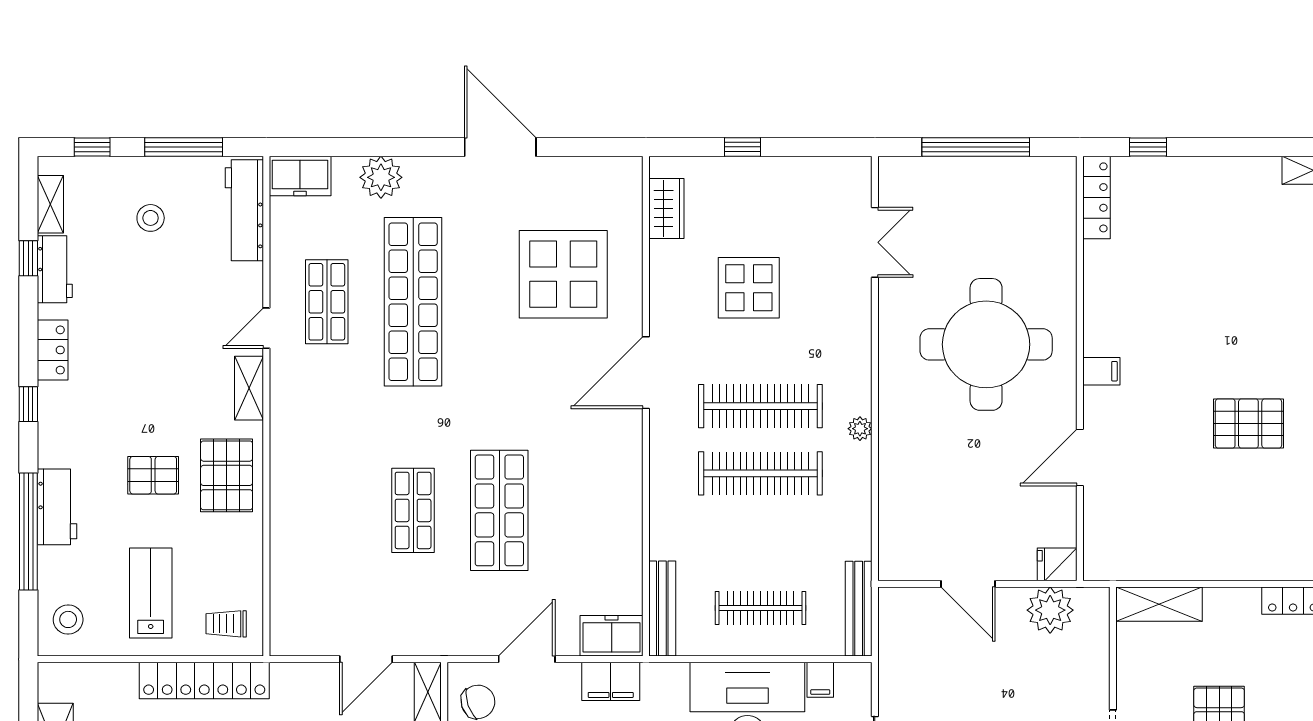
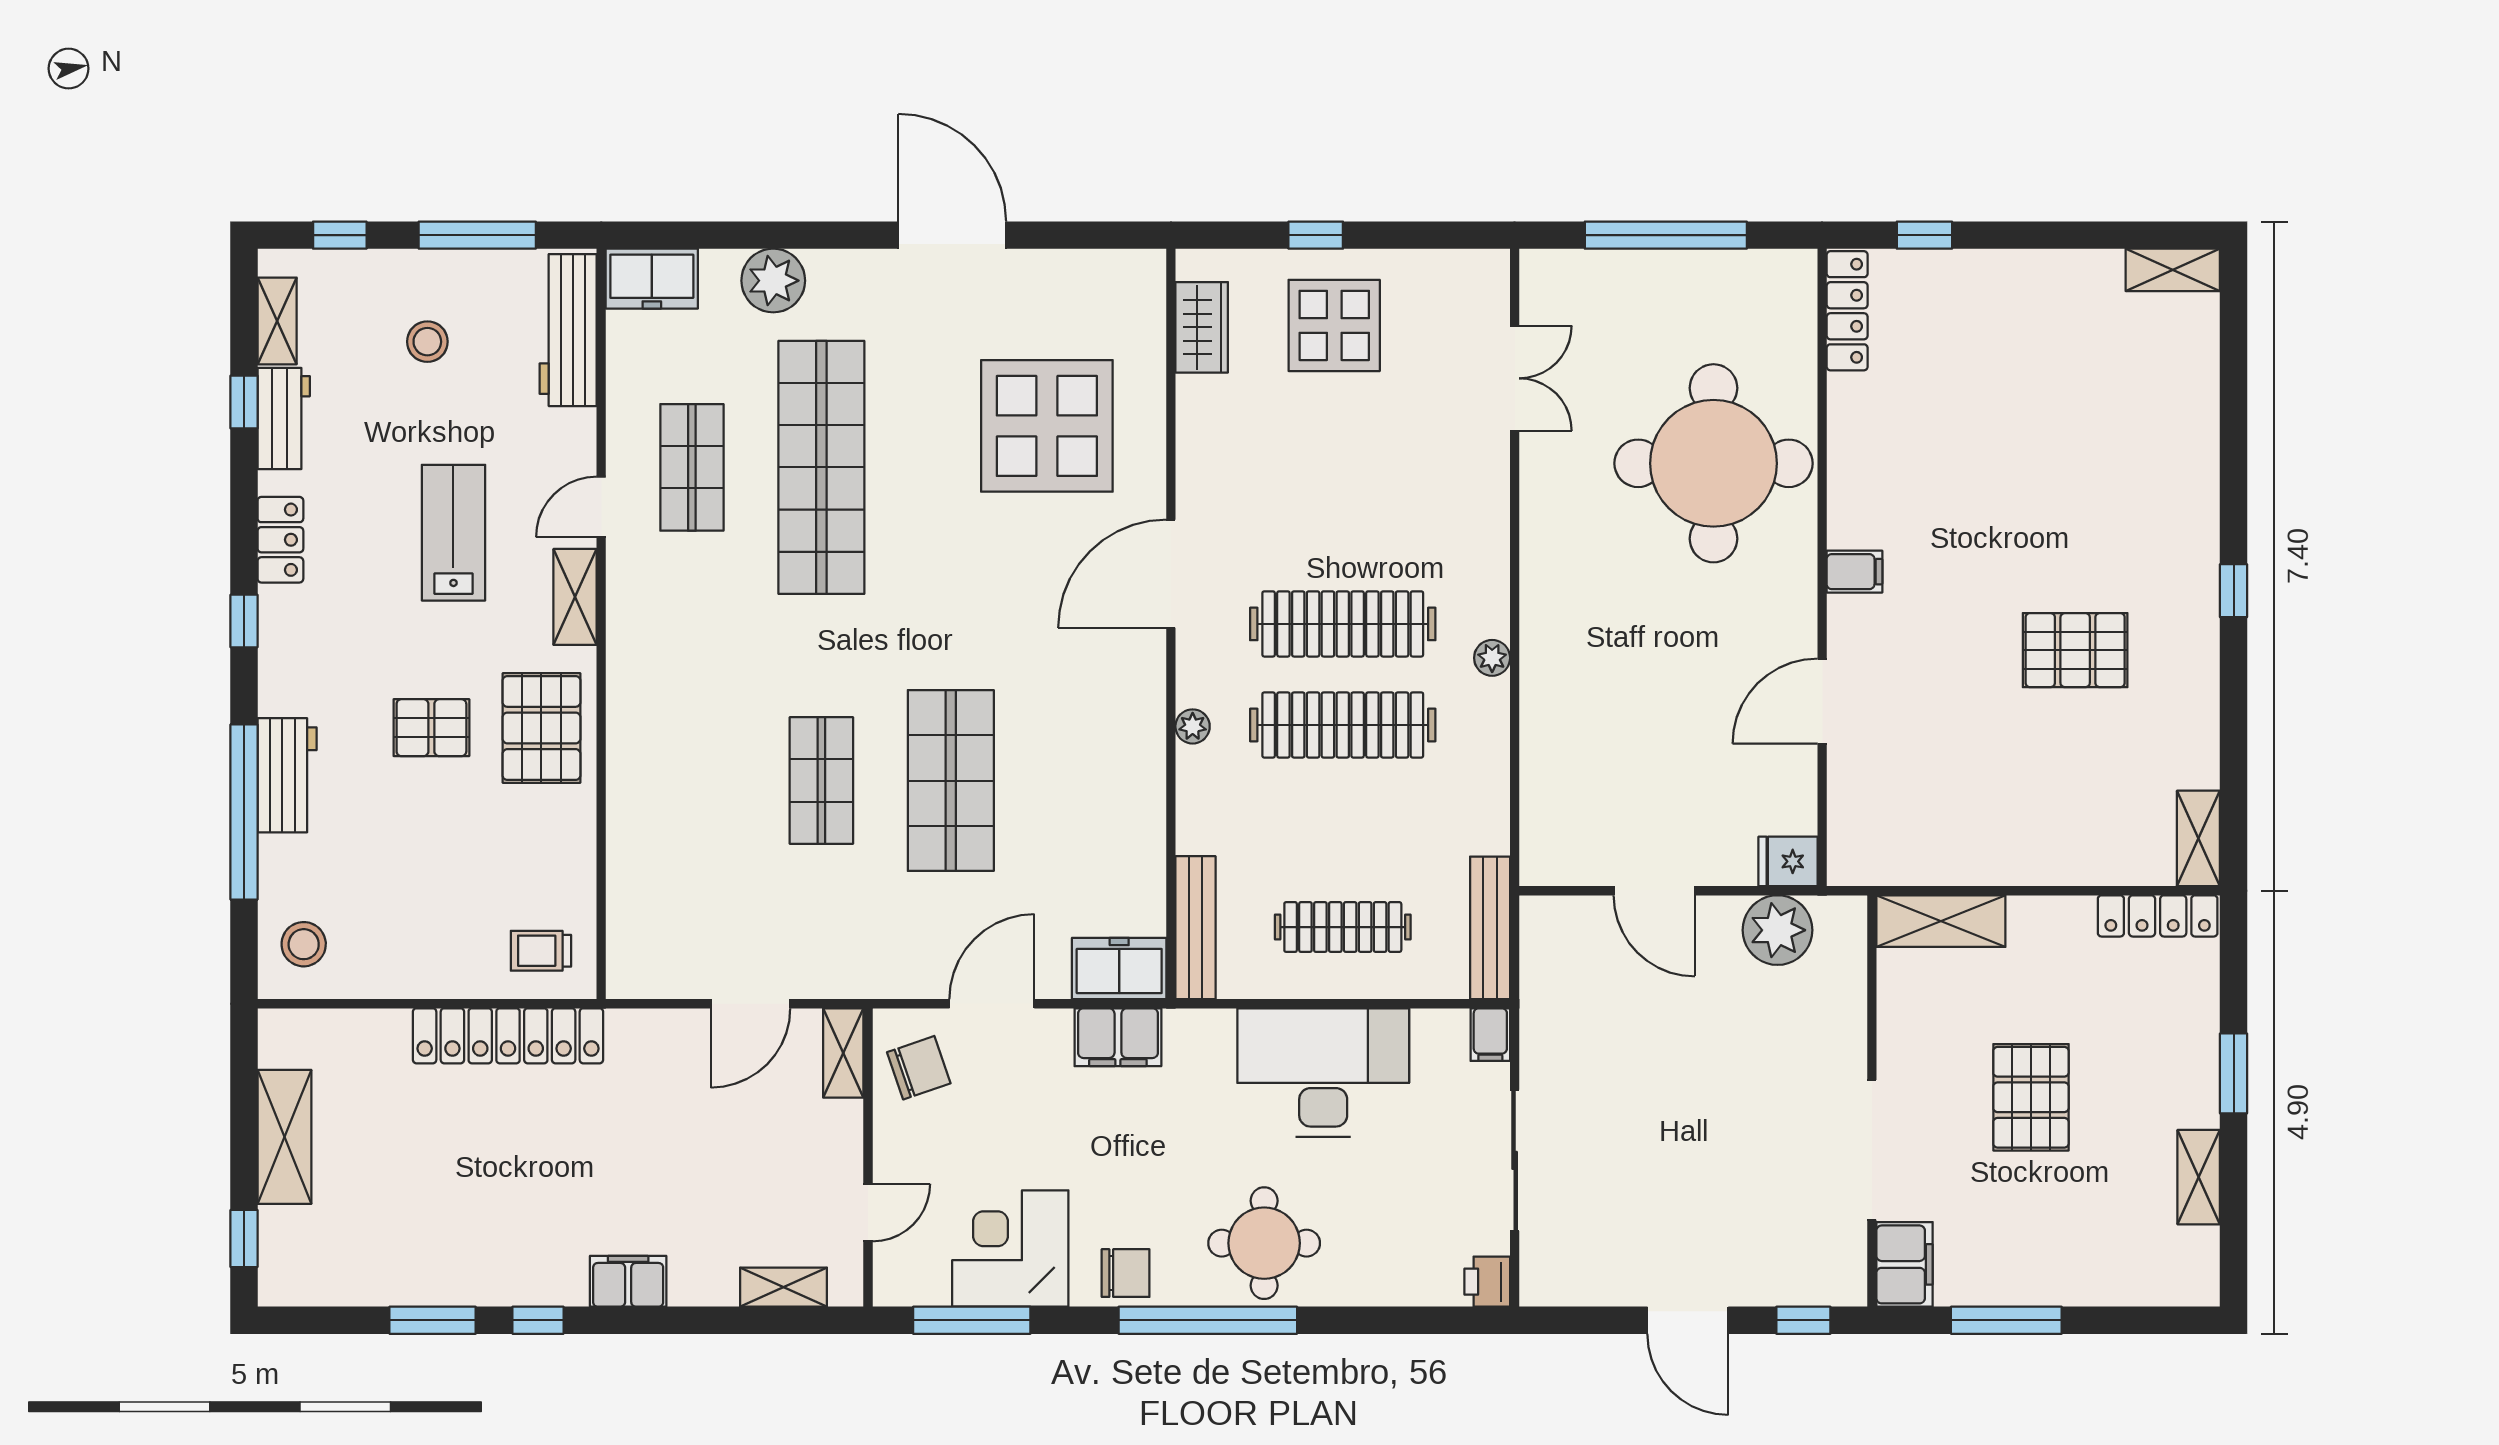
display table: (749, 288) -> (1334, 325), moved
round table: (986, 344) -> (1713, 463), moved
plant: (660, 474) -> (1193, 726), added
lab bench: (151, 593) -> (453, 533), moved
filing cabinet: (820, 680) -> (1490, 1035), moved

